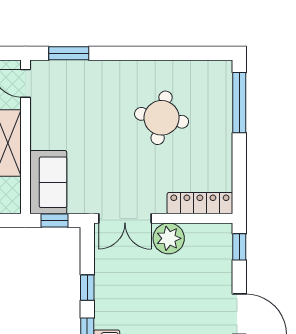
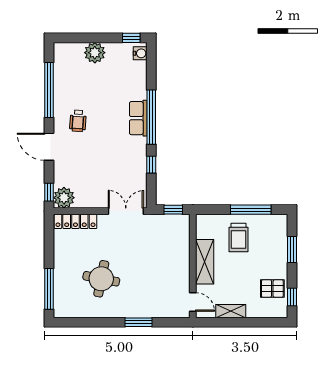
window: (69, 53) -> (138, 322), moved
sofa: (48, 182) -> (177, 235), removed
plant: (169, 238) -> (64, 198), moved

